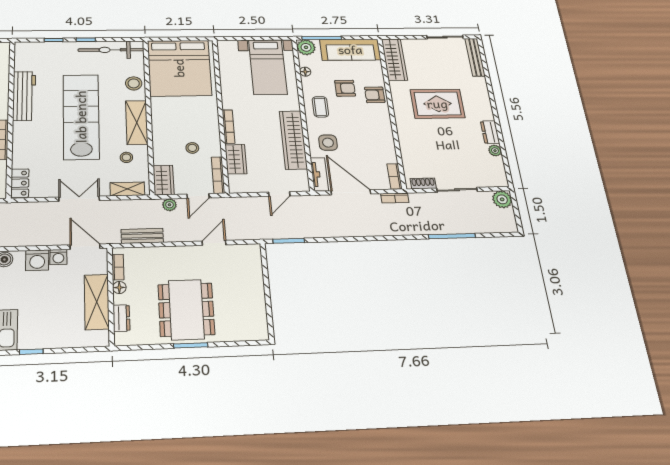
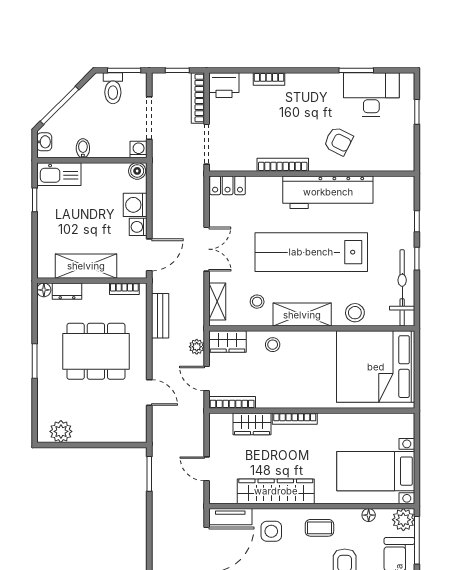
workbench: (24, 96) -> (328, 192), width x1.36, depth x1.32
lab bench: (81, 117) -> (311, 252), turned 180
stool: (192, 148) -> (273, 345), moved
floor lamp: (119, 287) -> (44, 290), moved
dining table: (186, 310) -> (96, 351), moved
plant: (257, 319) -> (61, 431), added

